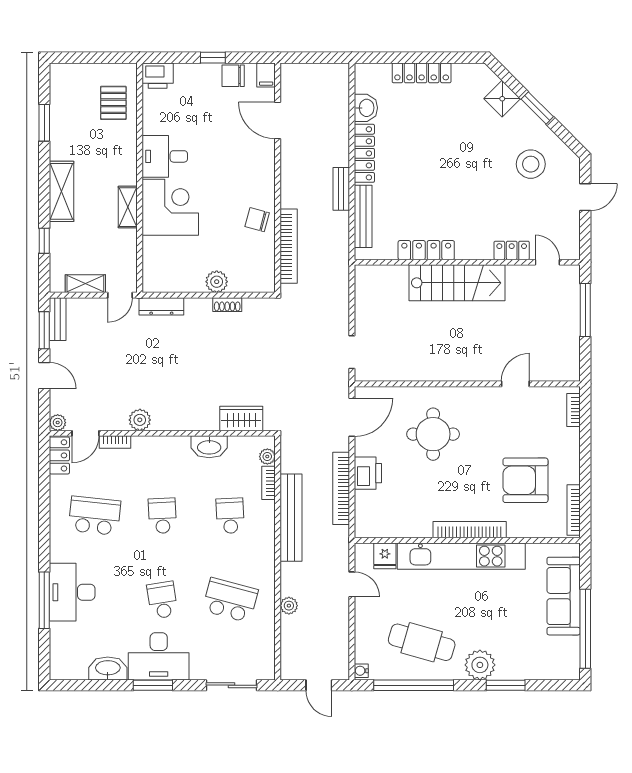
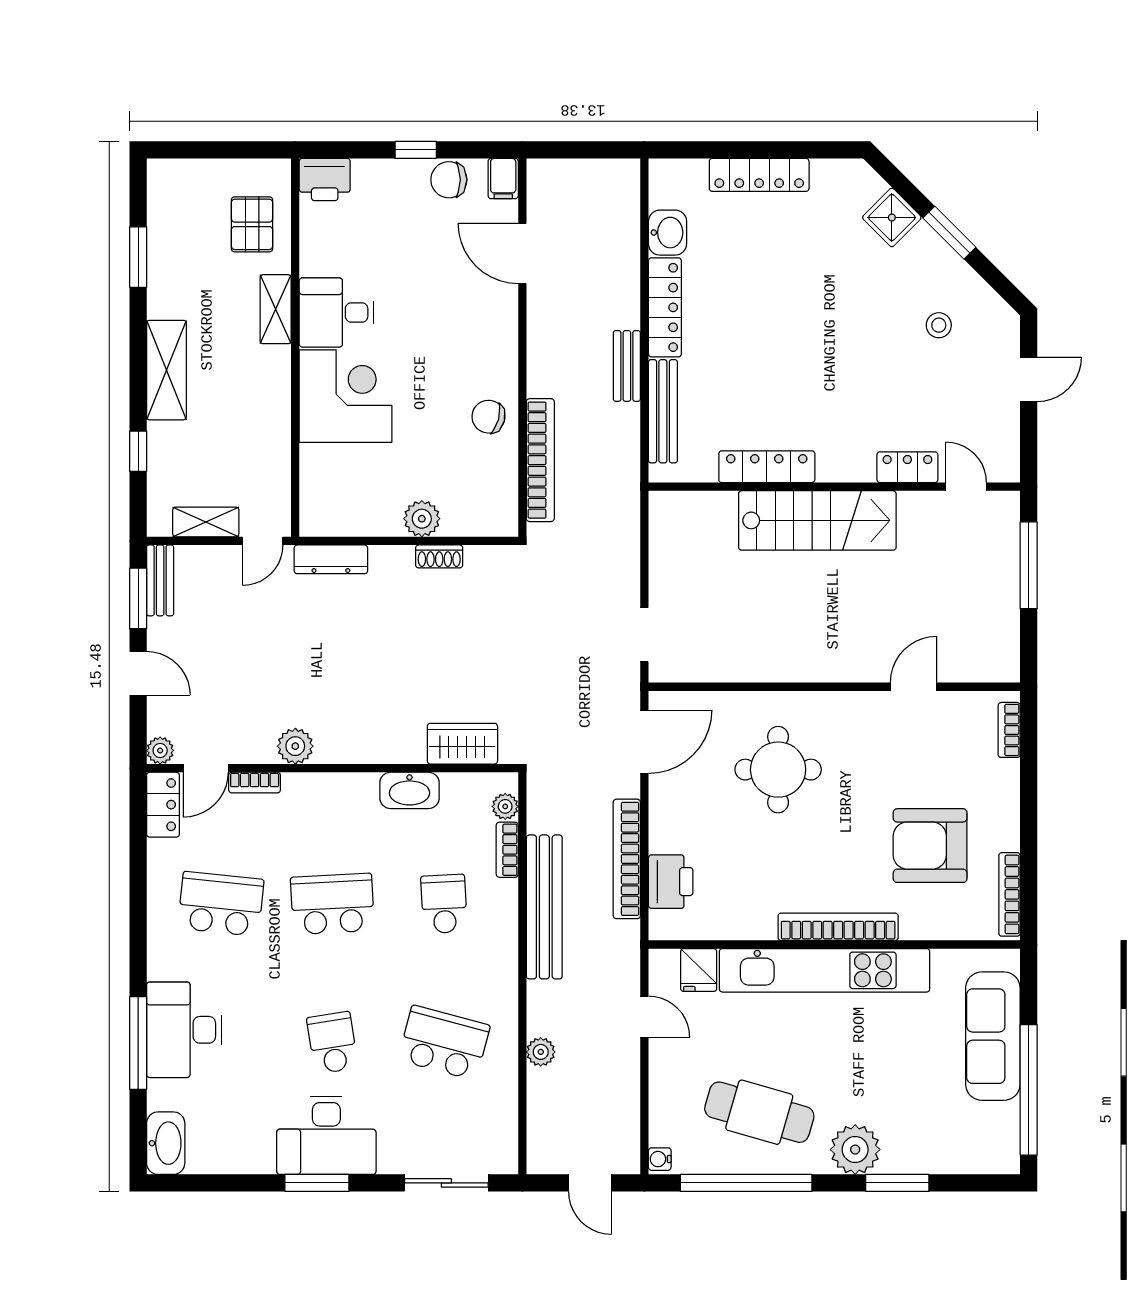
stool: (531, 164) -> (939, 325), width x0.53, depth x0.53
shelving: (128, 207) -> (276, 309), moved
printer: (368, 473) -> (671, 882), moved
school desk: (162, 516) -> (332, 904), width x1.85
washbasin: (108, 668) -> (166, 1143), moved, turned 90

